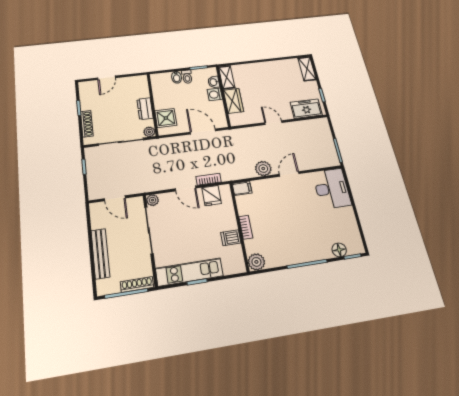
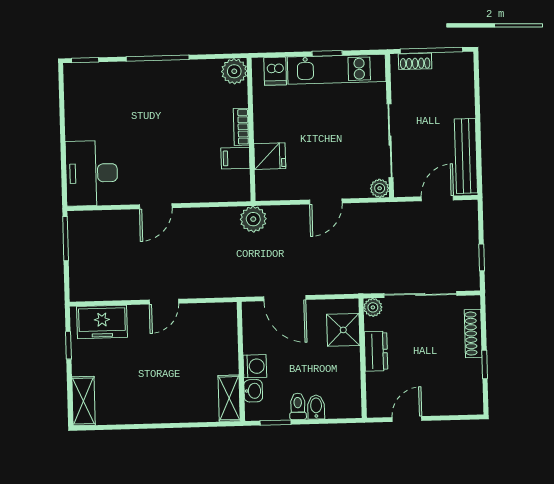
door: (107, 78) -> (407, 419), moved
wardrobe: (233, 101) -> (225, 350), removed
door: (273, 123) -> (164, 302), hinge flipped
plant: (263, 169) -> (253, 219), moved
bookcase: (208, 179) -> (288, 213), removed
door: (186, 188) -> (326, 202), swing flipped
filing cabinet: (242, 188) -> (235, 158), moved
fridge: (212, 196) -> (270, 156), moved, turned 90
door: (115, 198) -> (437, 198), hinge flipped
dishwasher: (231, 238) -> (275, 71), moved, turned 90
floor lamp: (339, 250) -> (103, 73), removed
bench: (100, 254) -> (466, 156), moved
shoe rack: (137, 284) -> (415, 61), width x0.70

